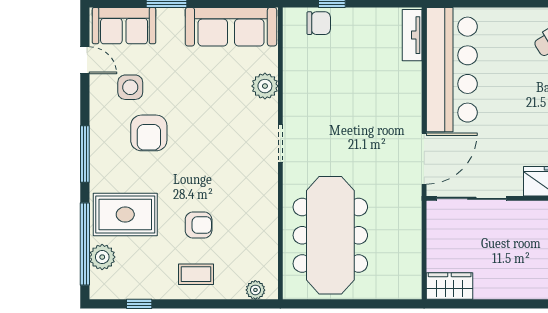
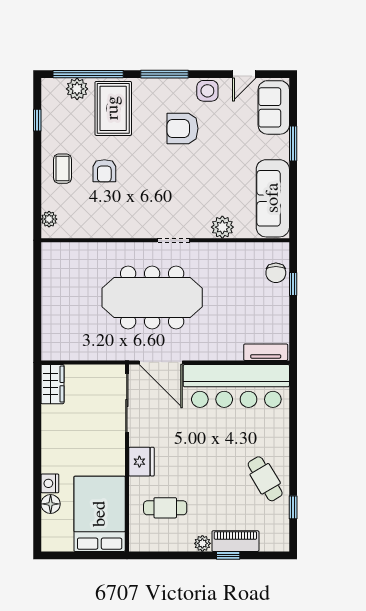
side table: (130, 87) -> (207, 91), moved
meeting table: (330, 235) -> (152, 297), moved

